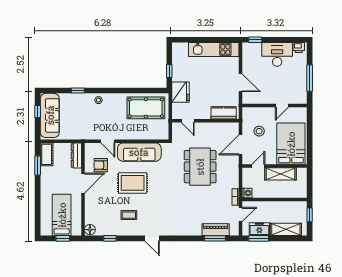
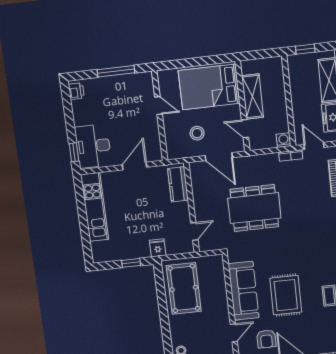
desk: (277, 54) -> (93, 146), moved
fridge: (181, 92) -> (158, 248), width x0.53, depth x0.75

